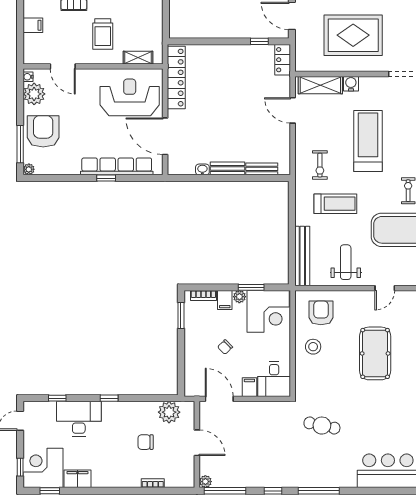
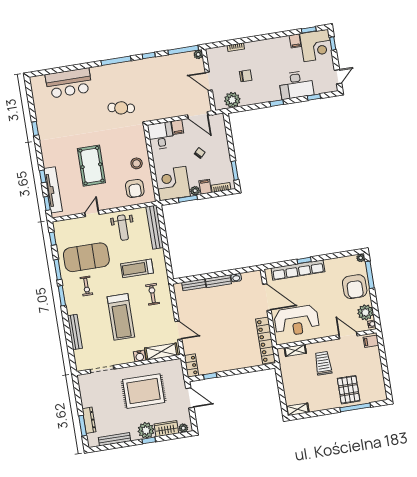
filing cabinet: (33, 25) -> (371, 341), moved
filing cabinet: (77, 479) -> (295, 41), width x0.50

